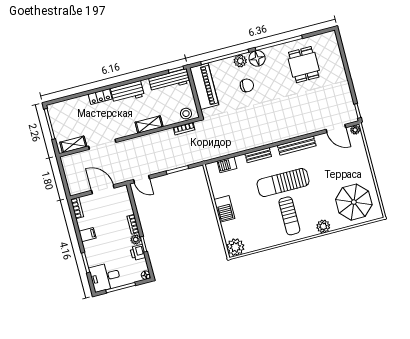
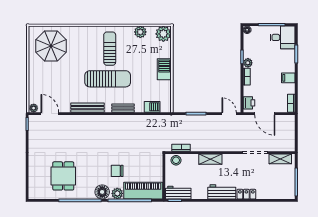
workbench: (169, 81) -> (178, 193), width x0.73
piano: (204, 86) -> (143, 191), moved, turned 90
plant: (323, 226) -> (140, 32), moved
printer: (138, 252) -> (249, 103), moved

